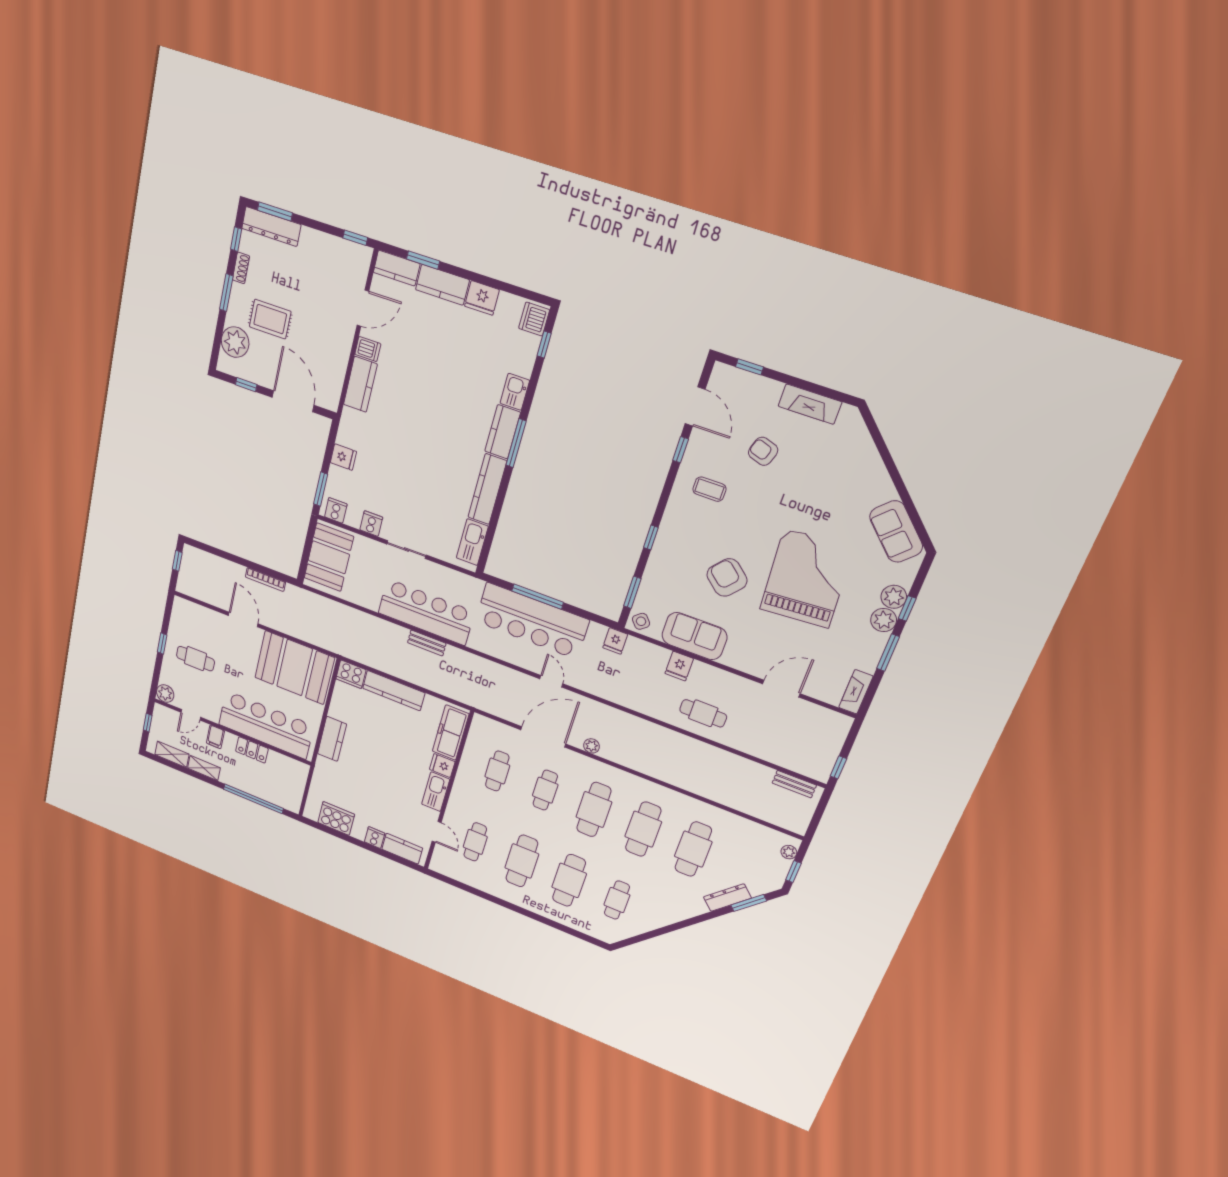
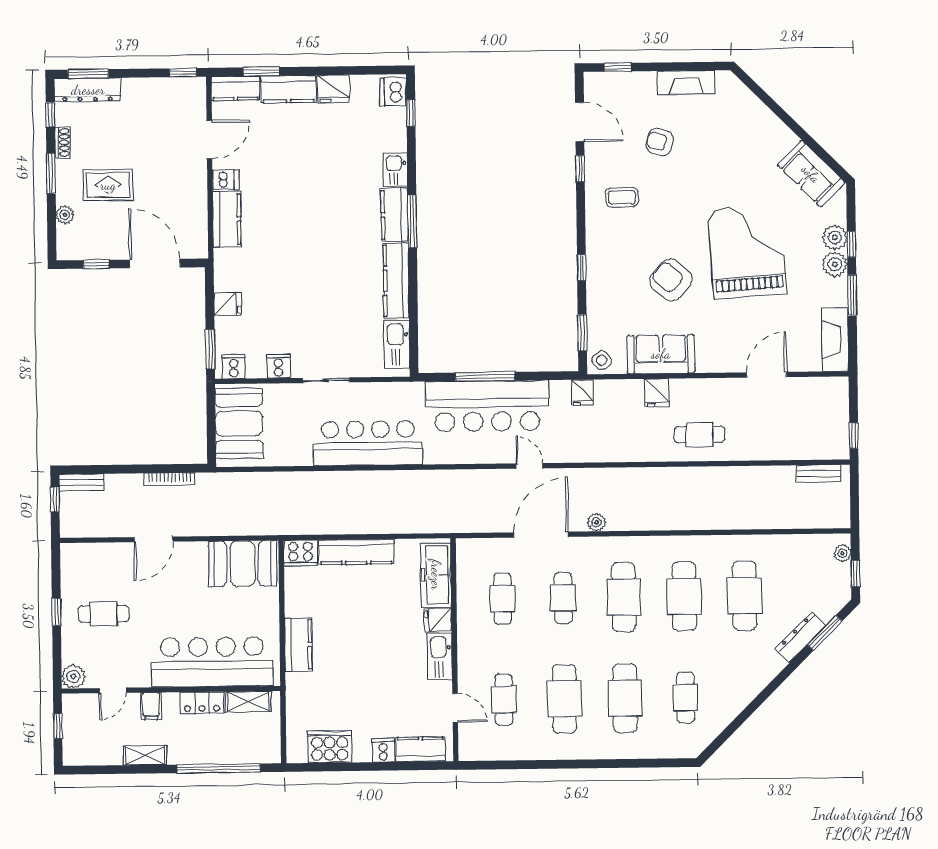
plant: (235, 342) -> (65, 215), width x0.53, depth x0.53
door: (243, 620) -> (153, 539), swing flipped
bench: (427, 643) -> (81, 482), moved
booth: (295, 668) -> (243, 564), width x0.73, depth x0.70
fireplace: (856, 692) -> (835, 340), width x1.37, depth x1.32
shelving: (172, 754) -> (248, 702), moved

